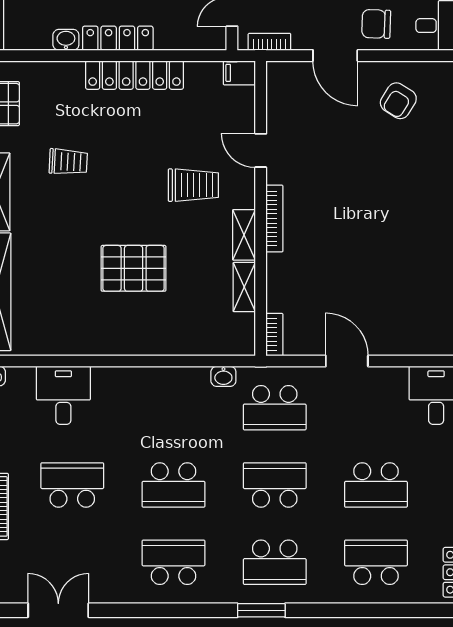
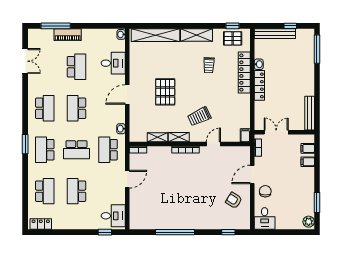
locker: (135, 75) -> (244, 73), moved
trolley: (193, 185) -> (199, 116), turned 65
door: (140, 361) -> (127, 94), added
school desk: (275, 485) -> (76, 150), turned 90

